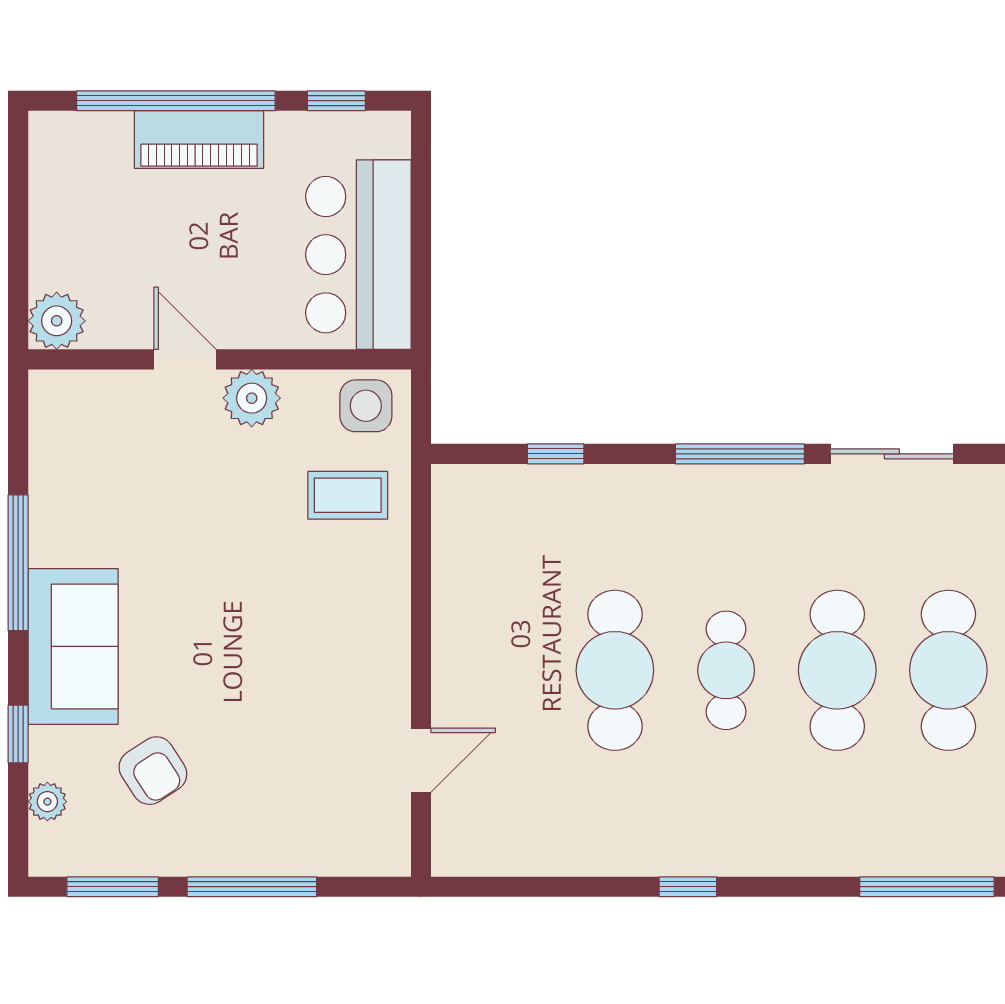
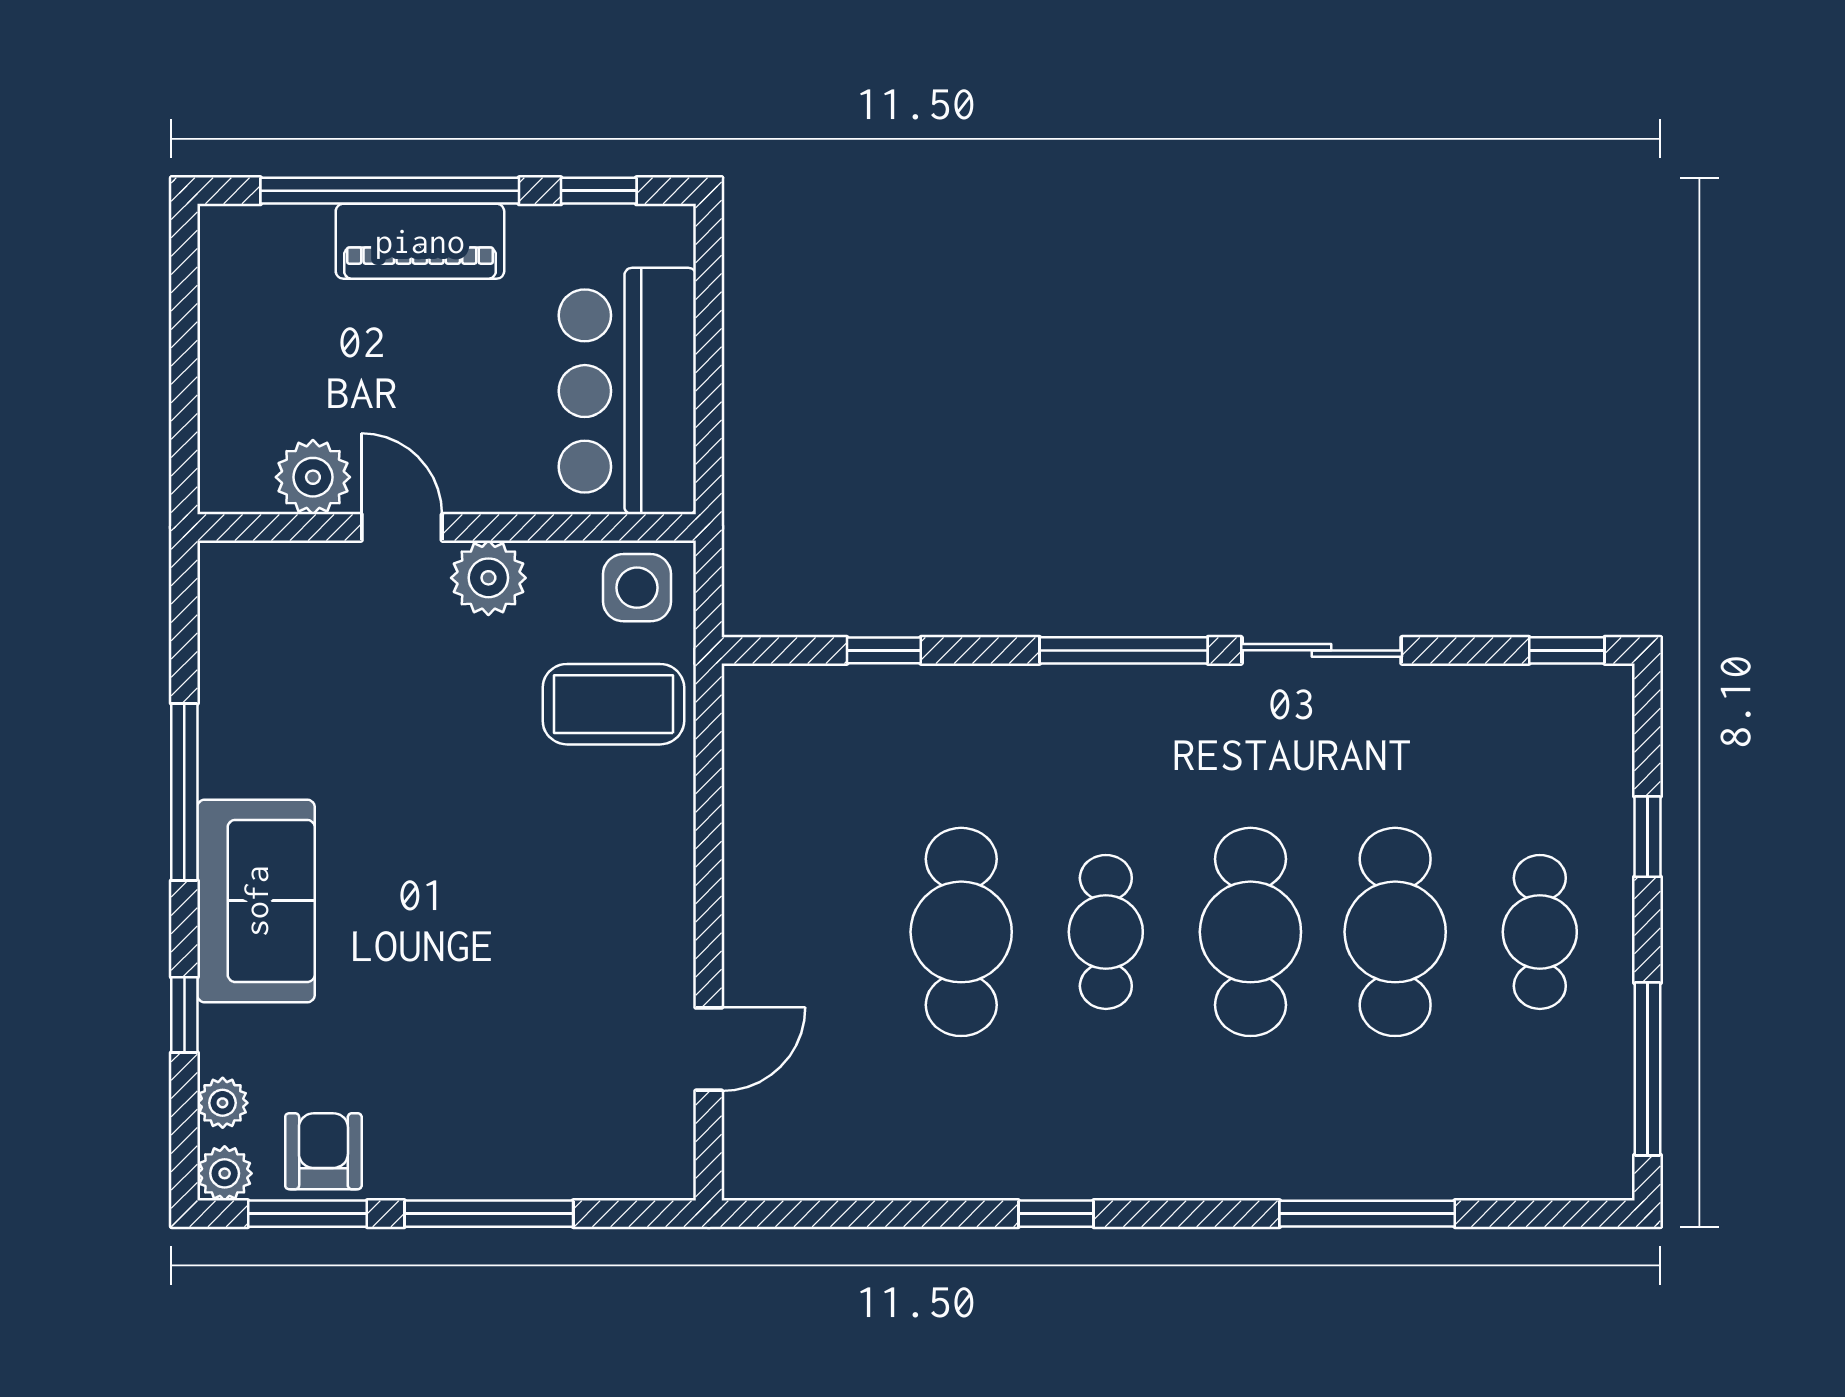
plant: (57, 321) -> (313, 477), moved
coffee table: (348, 495) -> (613, 704), width x1.36, depth x1.30
armchair: (153, 771) -> (323, 1151), moved, turned -147
plant: (49, 856) -> (225, 1173), added

